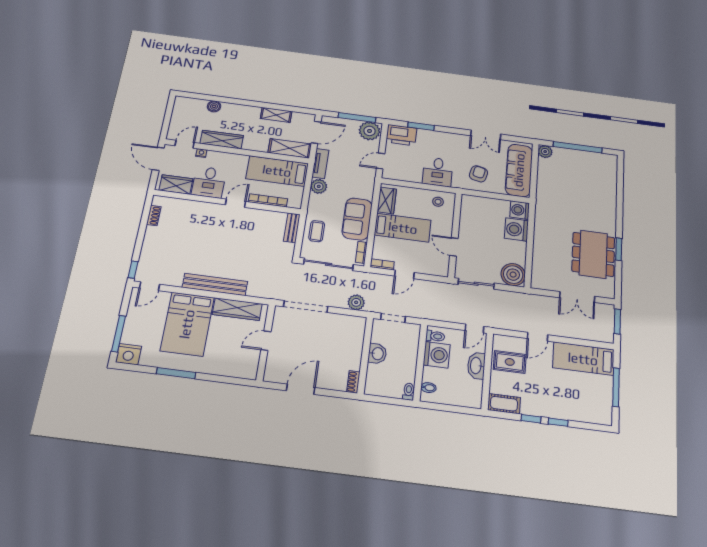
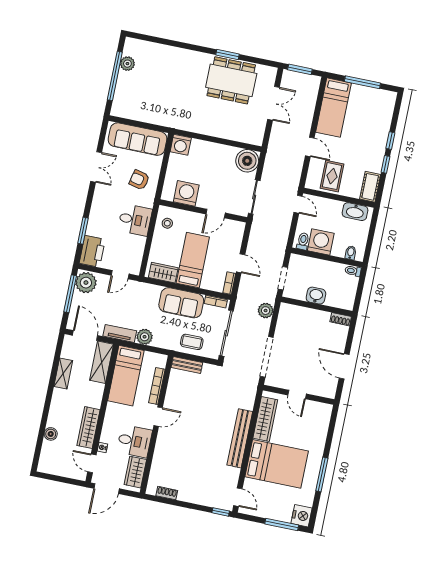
plant: (545, 152) -> (127, 64), moved
door: (381, 161) -> (120, 275), hinge flipped
door: (236, 203) -> (158, 417), swing flipped
washing machine: (516, 229) -> (186, 193), moved, turned 180
washbasin: (476, 366) -> (355, 212), moved

